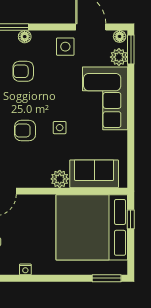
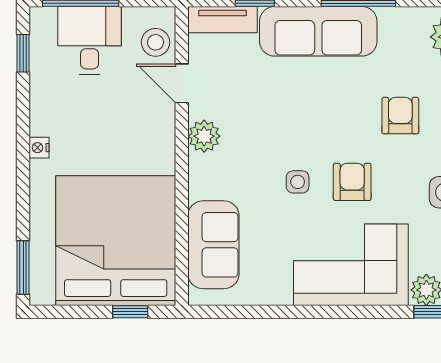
armchair: (25, 131) -> (352, 182), moved
plant: (60, 179) -> (204, 136), moved
nightstand: (25, 269) -> (39, 148), moved

